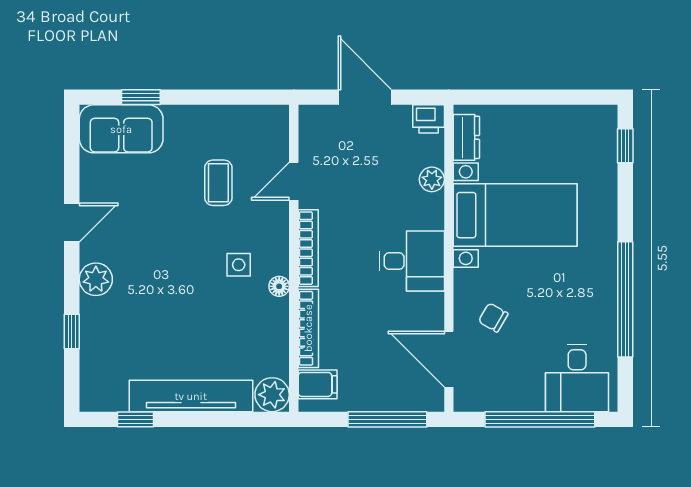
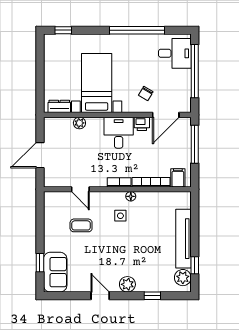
printer: (429, 119) -> (142, 124), moved, turned 90
bookcase: (308, 248) -> (119, 182), width x0.64
plant: (272, 395) -> (183, 278), moved

